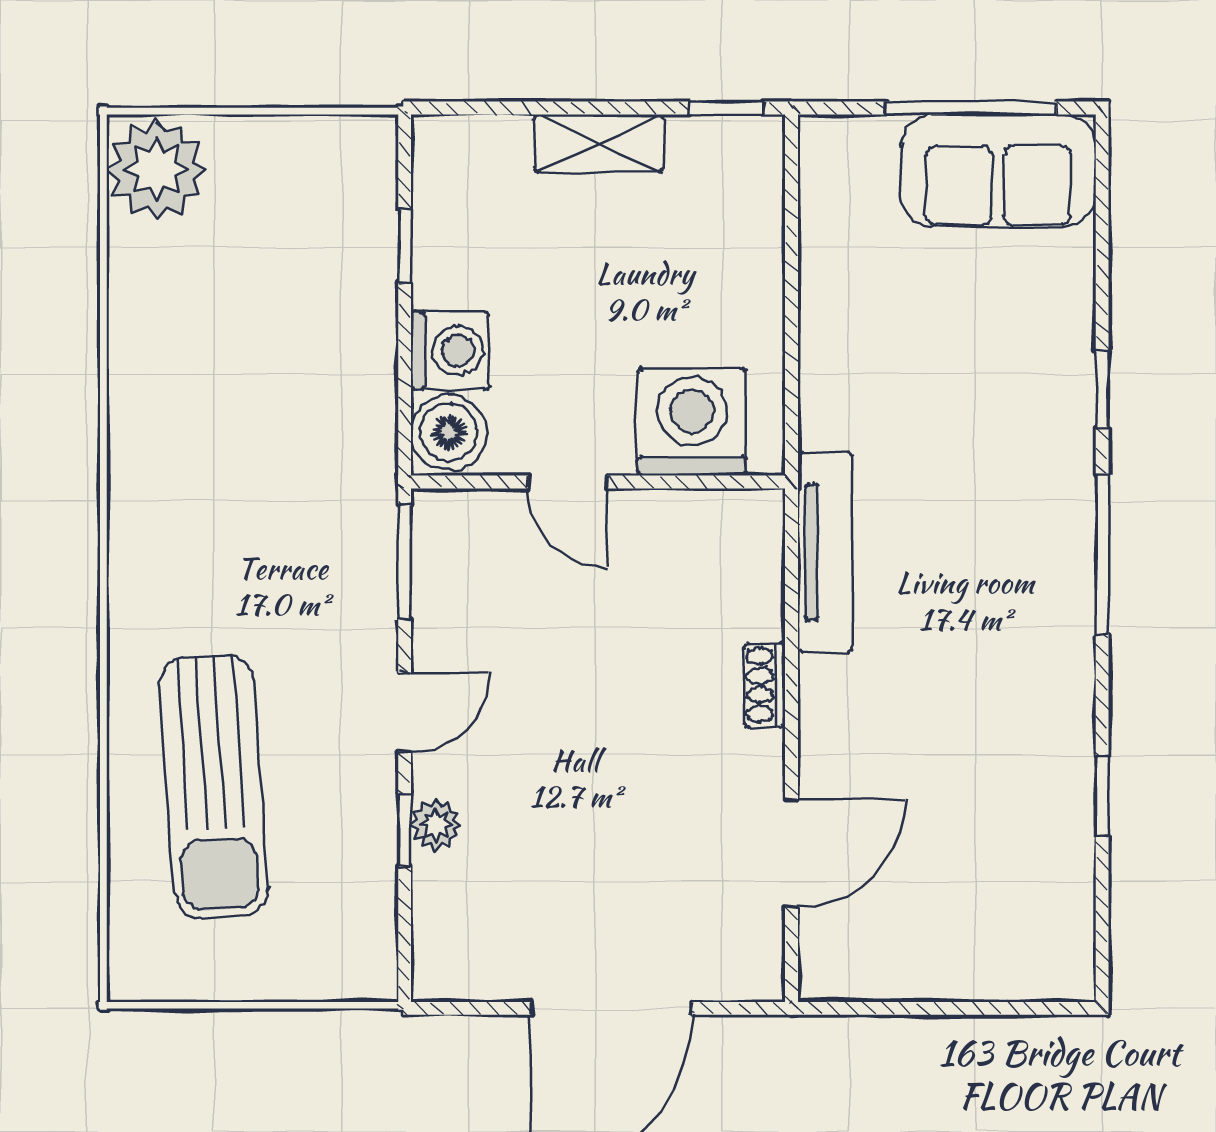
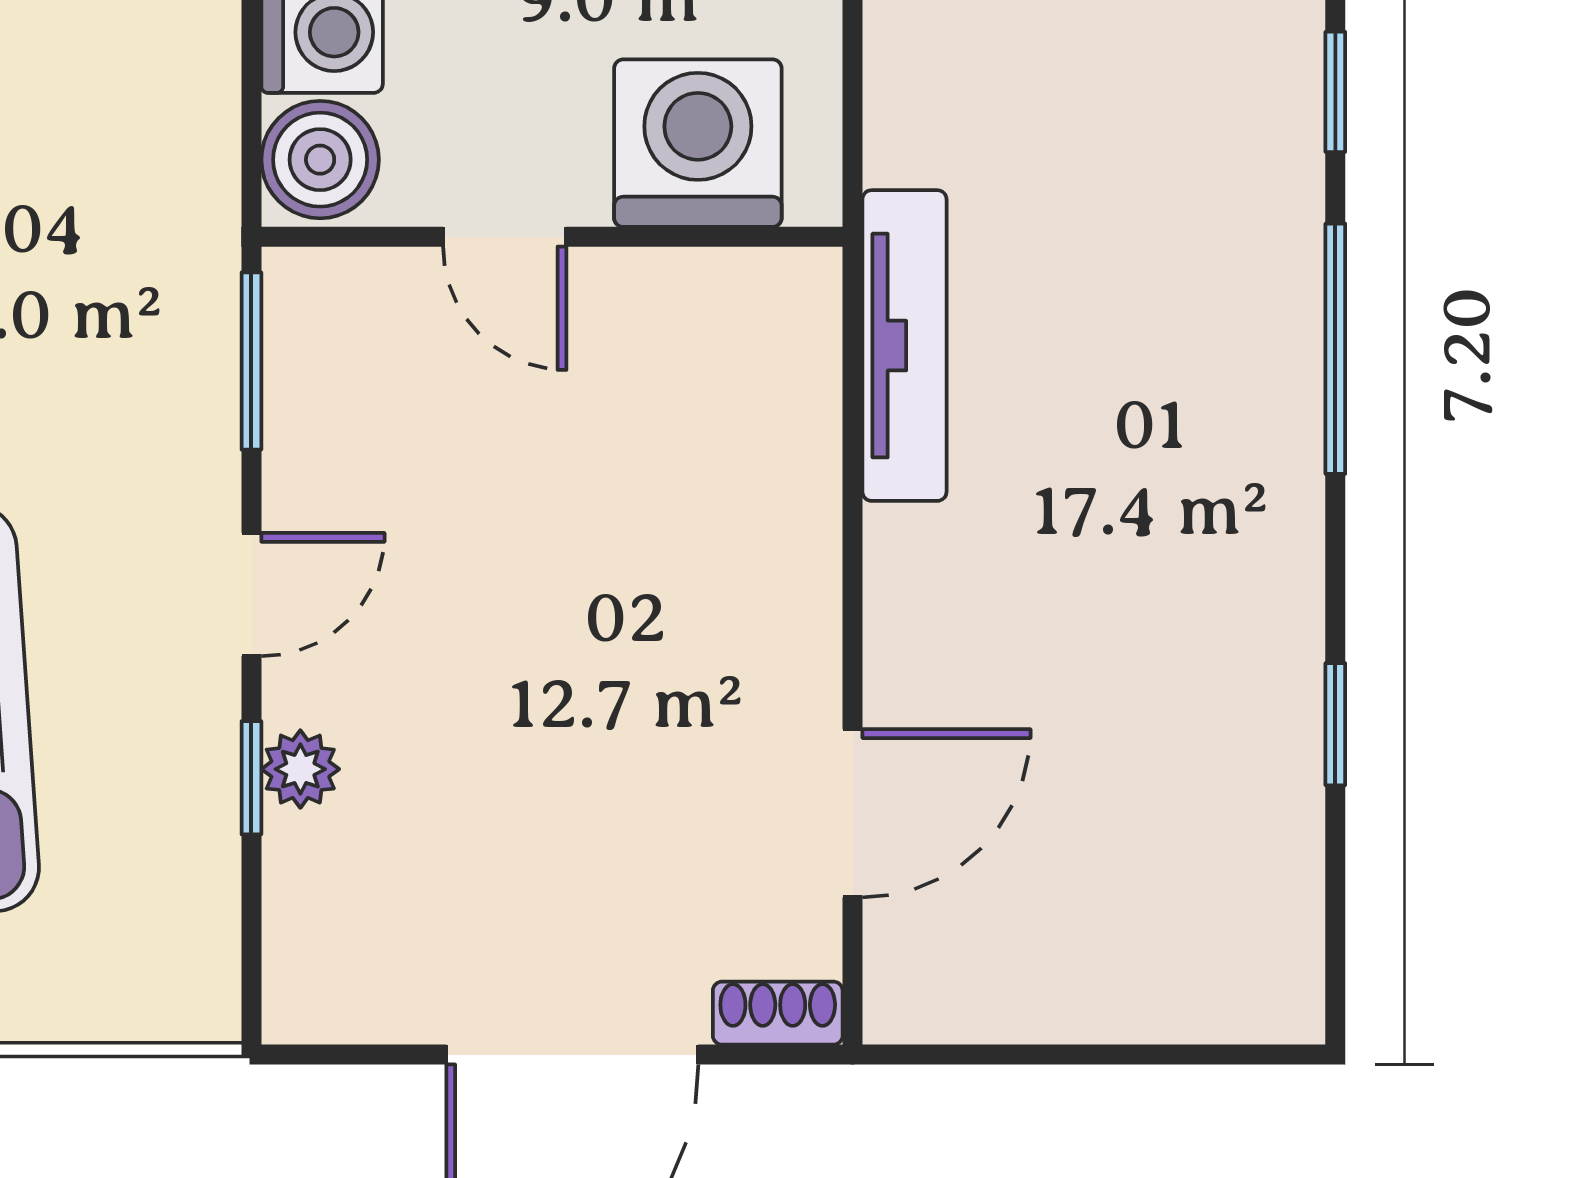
shoe rack: (765, 685) -> (778, 1013), moved, turned 90

